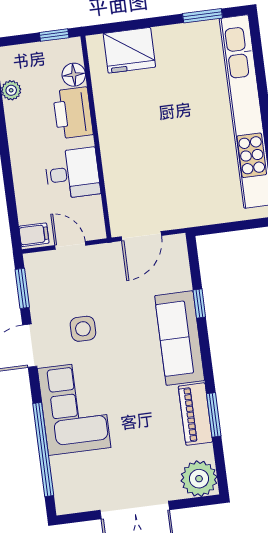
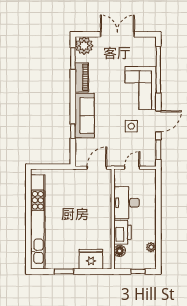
window: (203, 16) -> (64, 271), moved
window: (54, 35) -> (138, 271), moved
desk: (72, 173) -> (127, 203), width x1.37
filing cabinet: (34, 235) -> (149, 175), removed
door: (70, 245) -> (132, 168), swing flipped
window: (214, 415) -> (73, 58), moved

